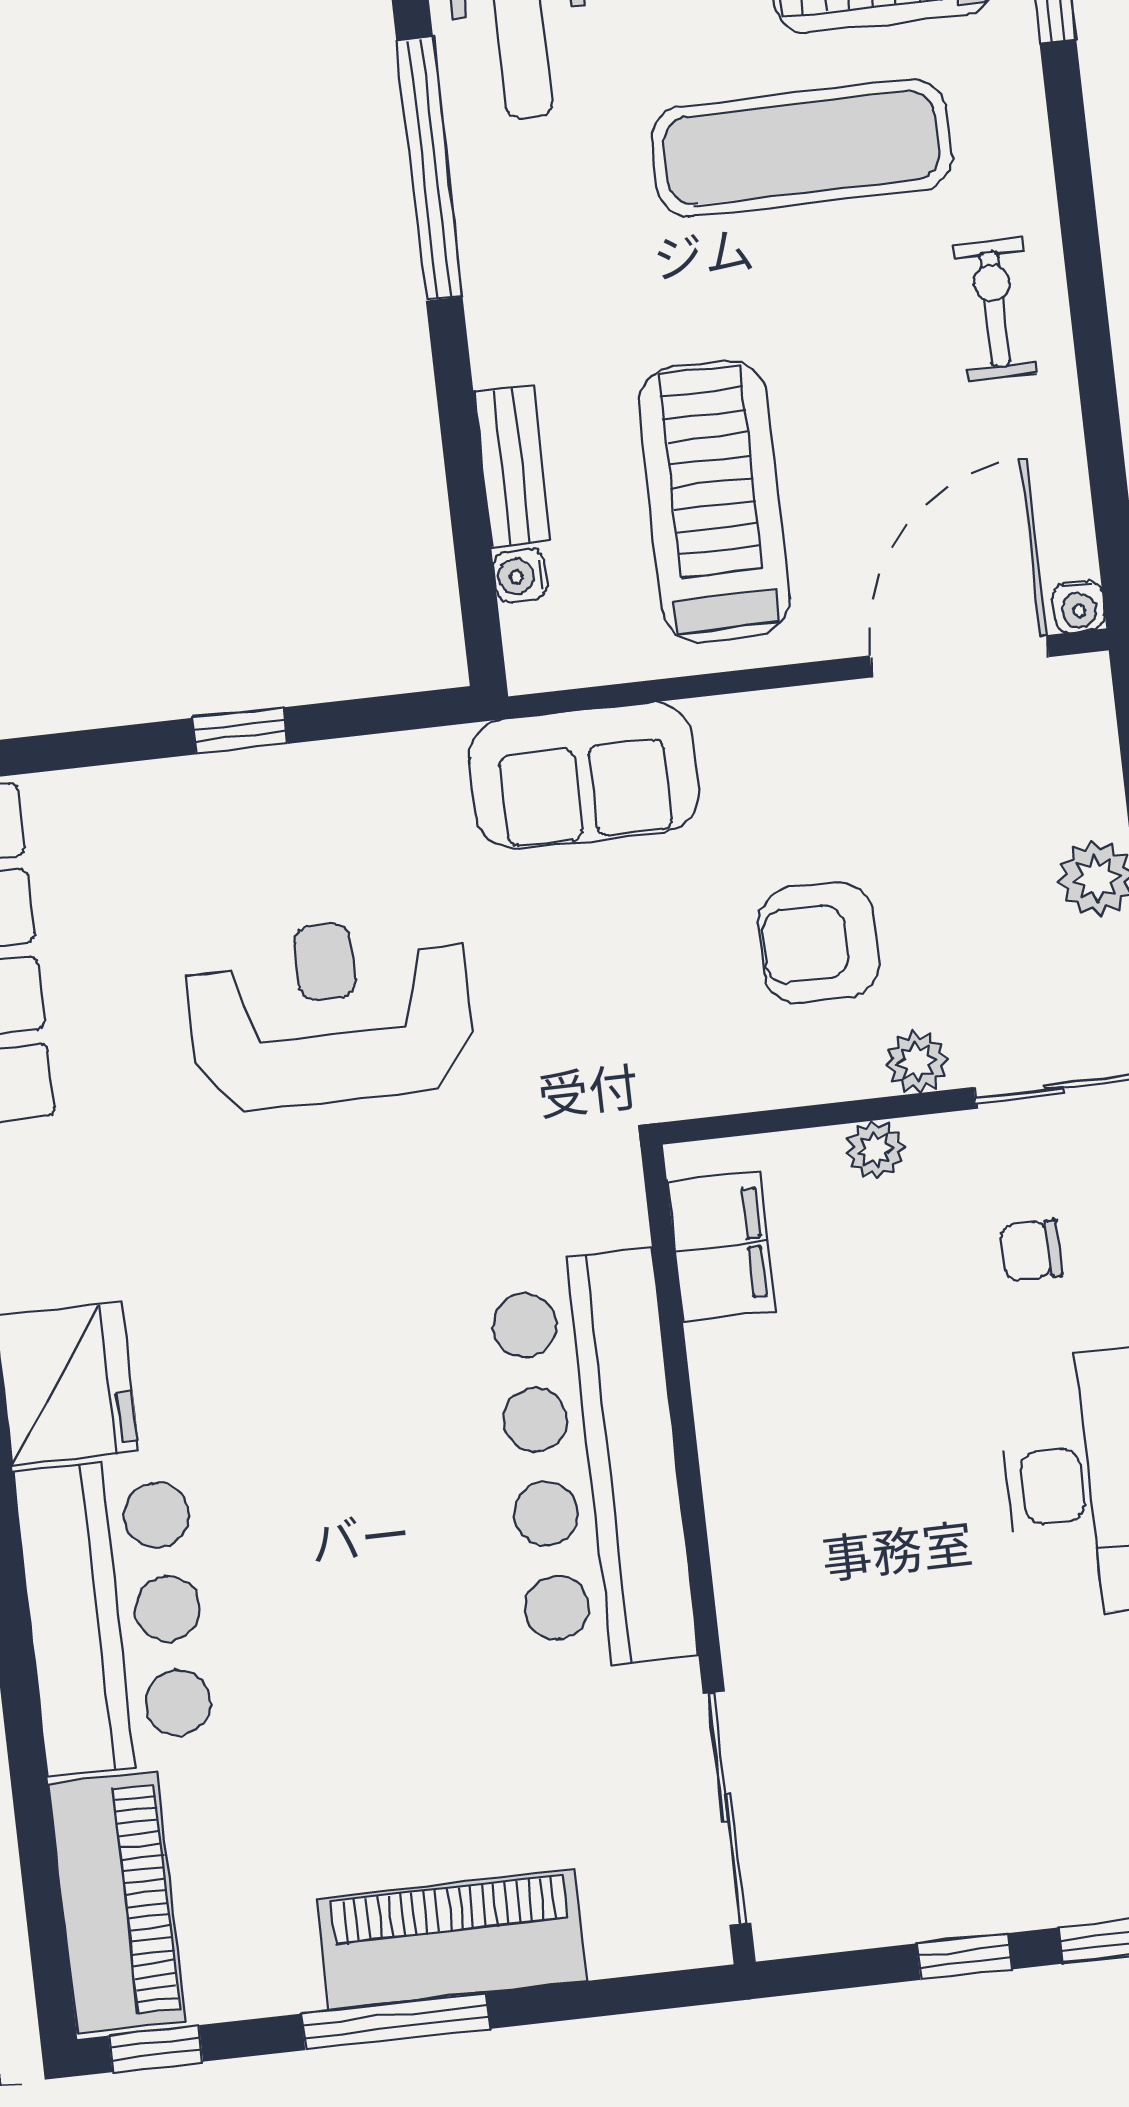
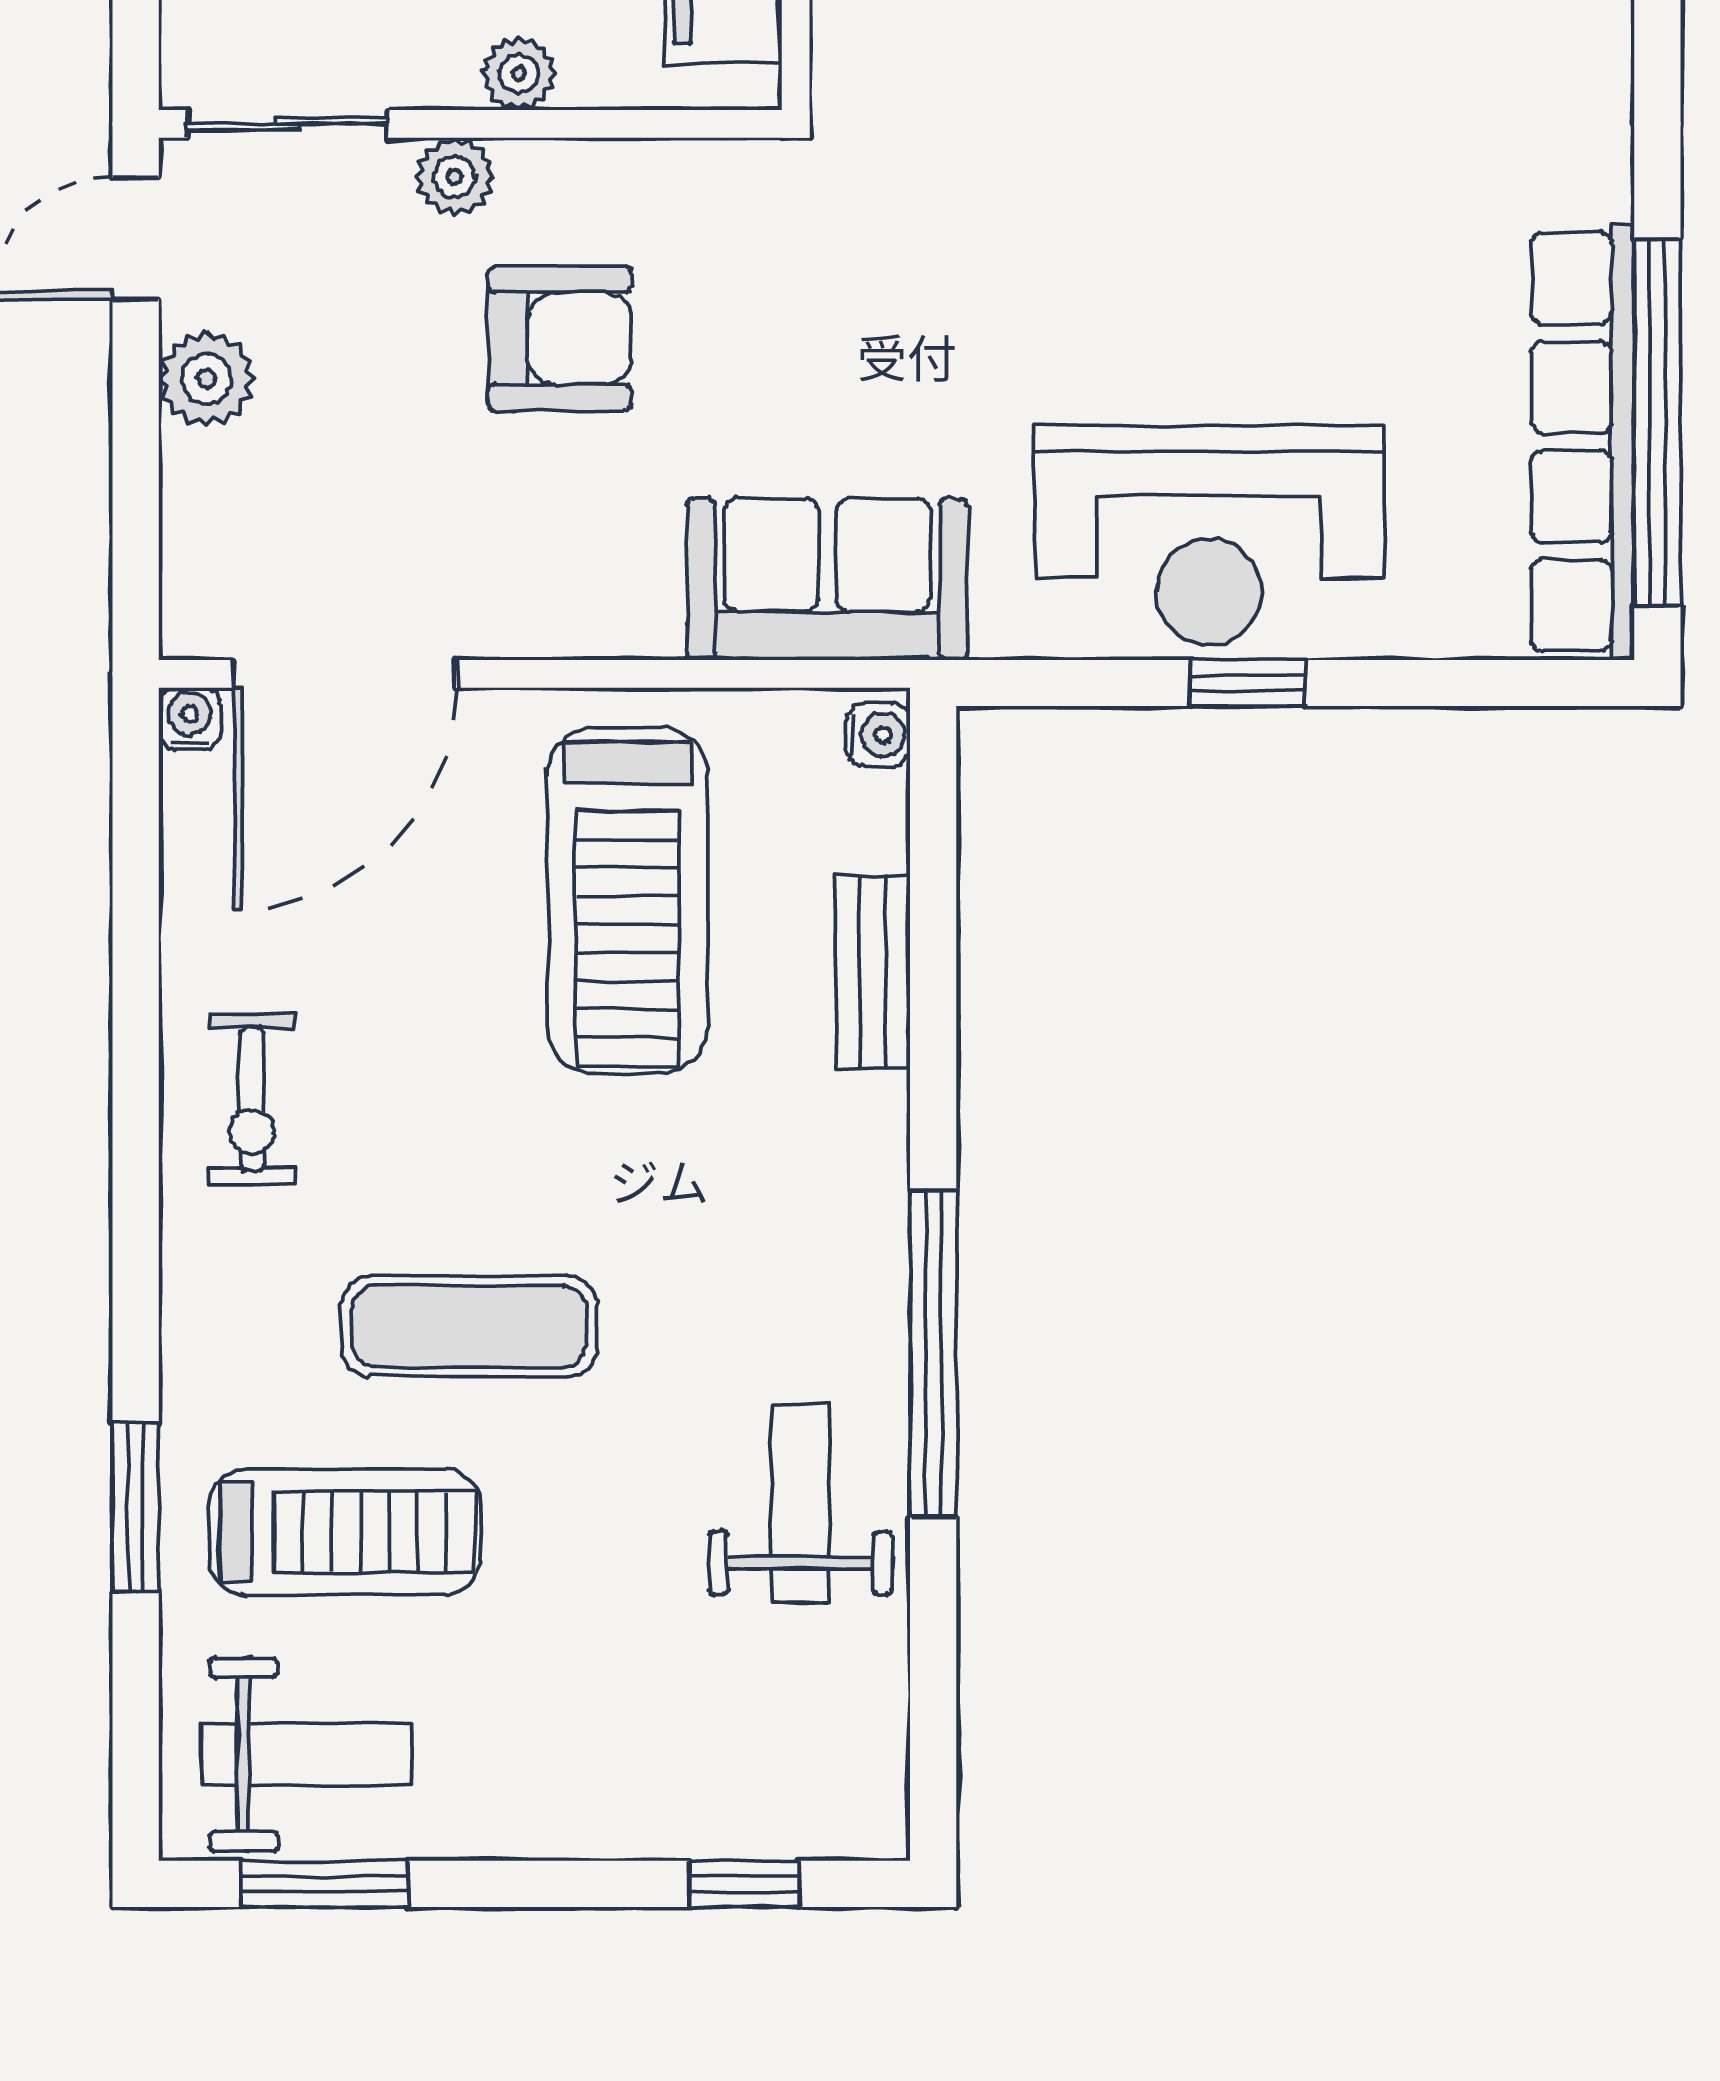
exercise mat: (801, 148) -> (469, 1326), width x0.73, depth x0.69
water cooler: (520, 576) -> (878, 735), moved
reception desk: (330, 1013) -> (1209, 535), moved

